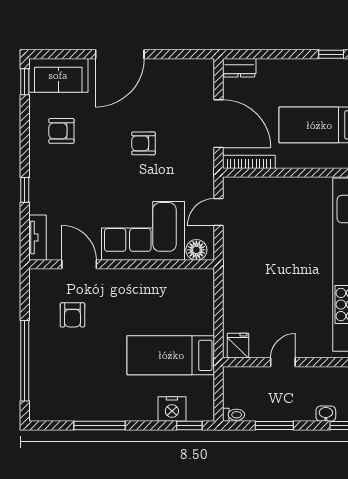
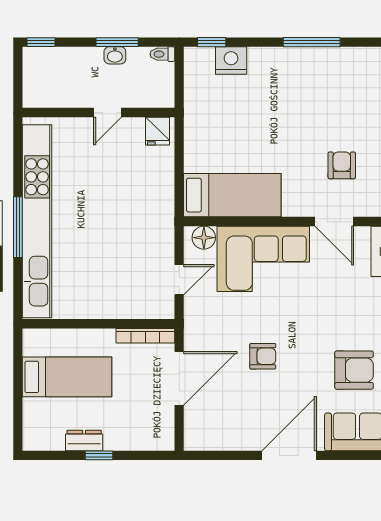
window: (331, 54) -> (99, 455), moved
dresser: (239, 68) -> (84, 440), moved
door: (219, 124) -> (179, 378), swing flipped
armchair: (61, 131) -> (354, 370), width x1.38, depth x1.38
bed: (171, 355) -> (232, 195), moved
washbasin: (326, 414) -> (115, 55), moved

